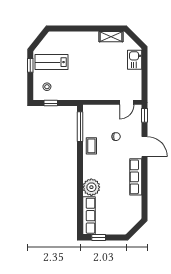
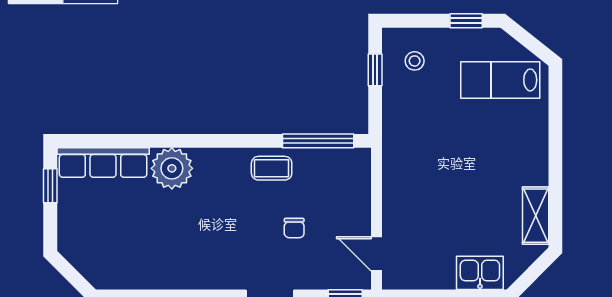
lab bench: (51, 62) -> (500, 80), moved, turned -90
row of seats: (136, 177) -> (197, 275), removed

